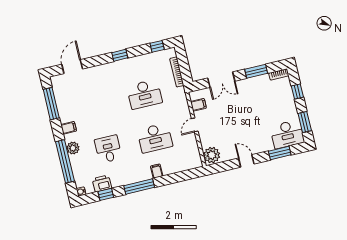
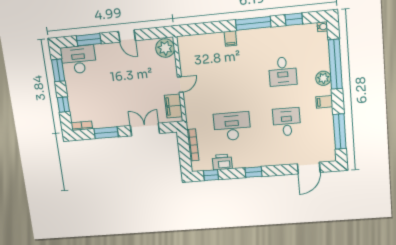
filing cabinet: (198, 105) -> (173, 106), width x2.00
desk: (155, 138) -> (287, 122), moved, width x0.73
printer: (102, 184) -> (222, 162), moved, turned 180

